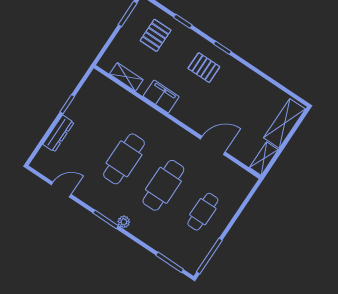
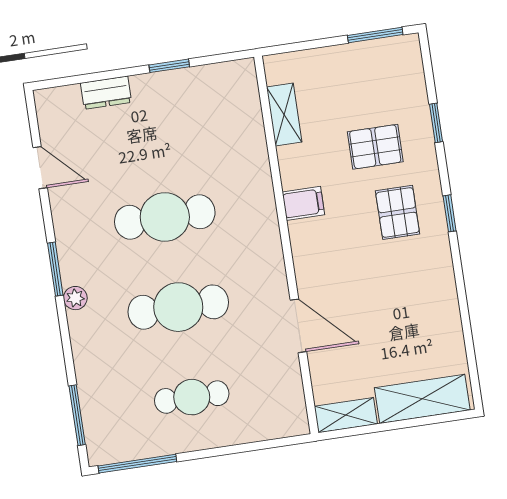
pallet: (156, 35) -> (375, 147), moved
filing cabinet: (161, 96) -> (303, 203), width x0.50
dresser: (58, 133) -> (106, 93), width x0.70

